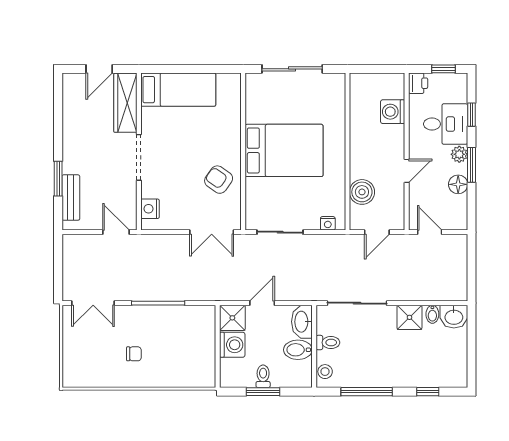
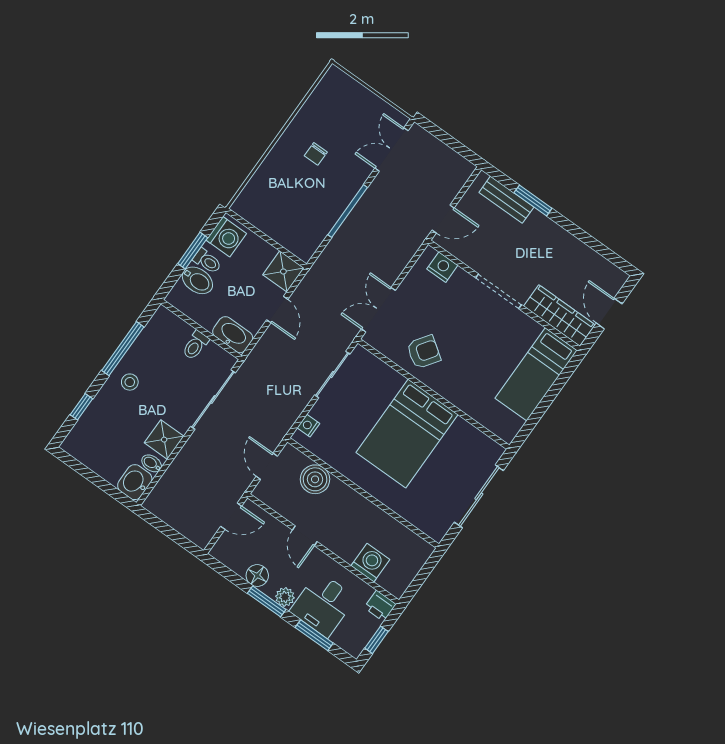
window: (472, 115) -> (314, 635), width x1.50
washing machine: (232, 345) -> (226, 237), moved, turned -90
bidet: (298, 350) -> (197, 280), moved, turned 90
stool: (325, 372) -> (130, 382), moved

